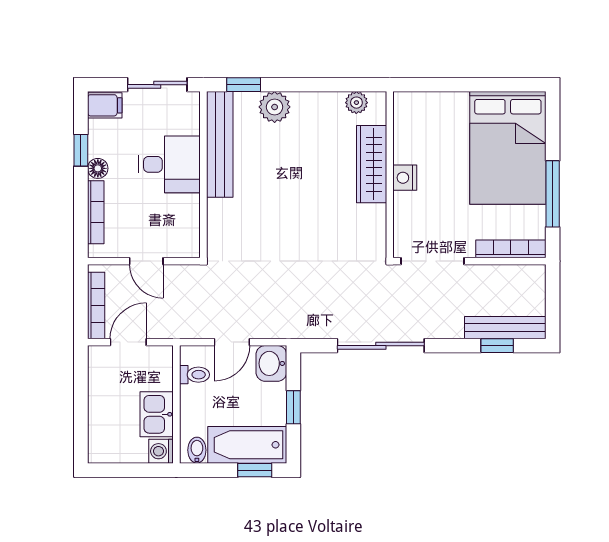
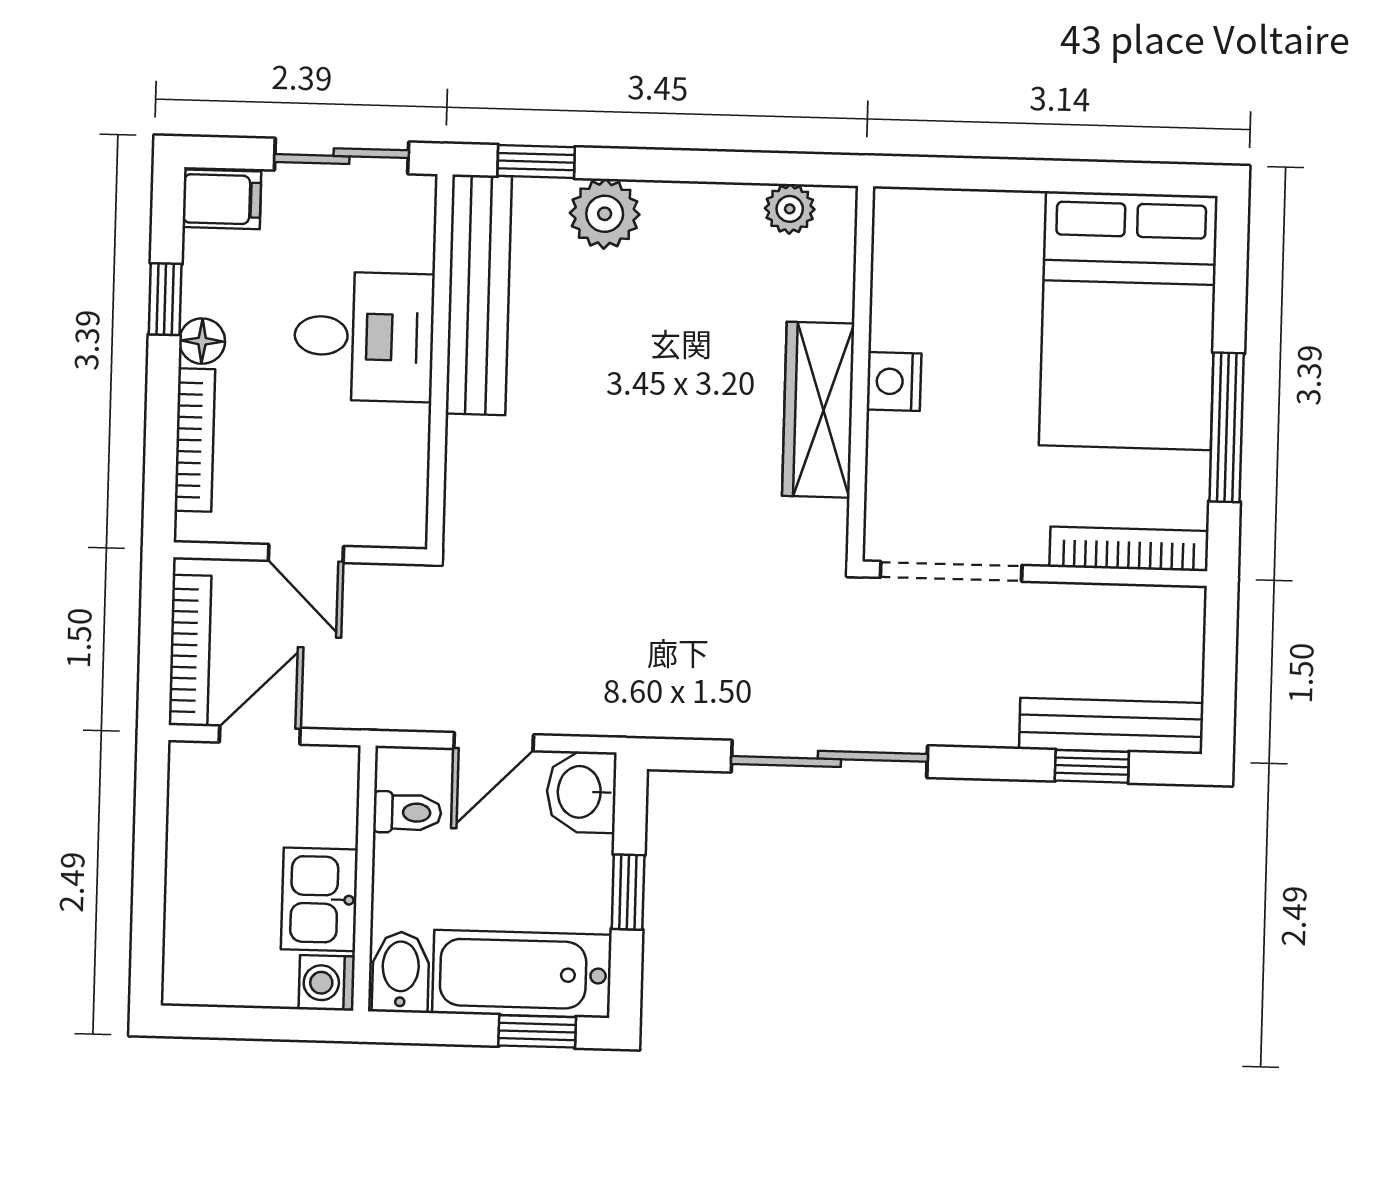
wardrobe: (372, 164) -> (818, 410), moved
bidet: (197, 450) -> (401, 972), width x1.38, depth x1.36

